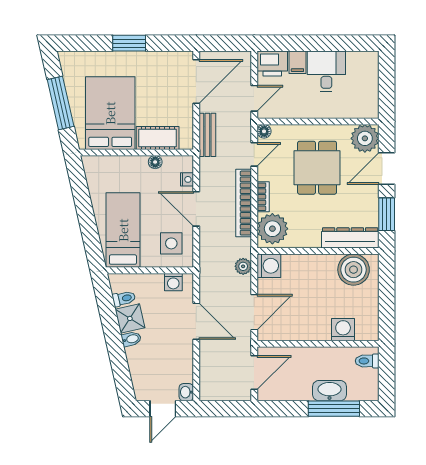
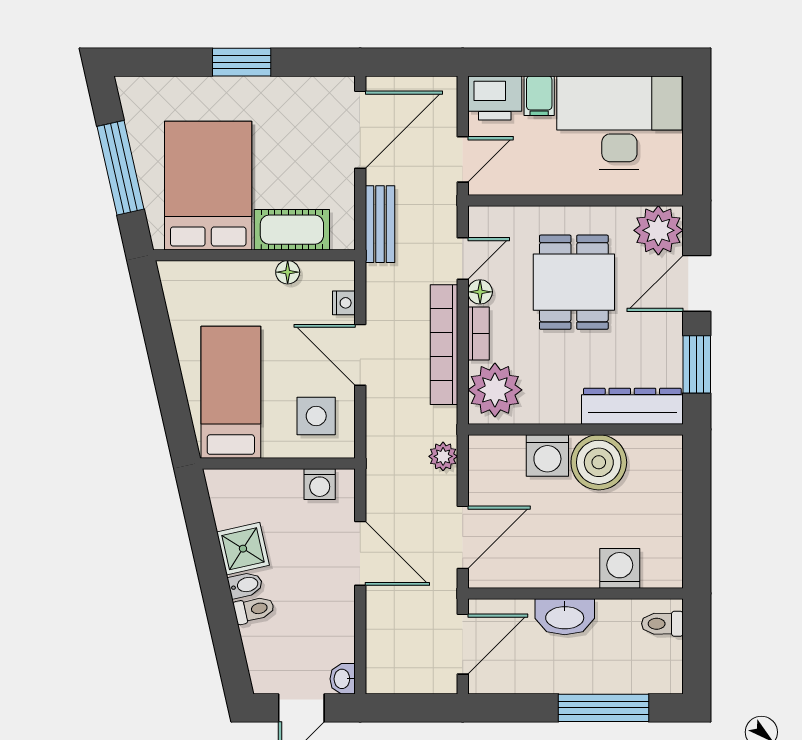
desk: (326, 71) -> (619, 123), width x1.87, depth x1.30
floor lamp: (264, 131) -> (480, 292), moved
washing machine: (269, 266) -> (547, 455), moved, turned 90
boiler: (354, 270) -> (599, 462), moved
toilet: (124, 299) -> (254, 610), moved
washbasin: (330, 391) -> (565, 617), moved, turned 180

